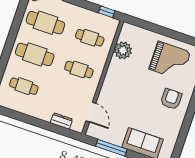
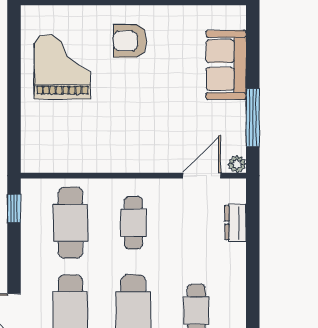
cafe table: (90, 38) -> (70, 223), width x1.37, depth x1.35
plant: (123, 50) -> (237, 164), moved, width x0.53, depth x0.53

